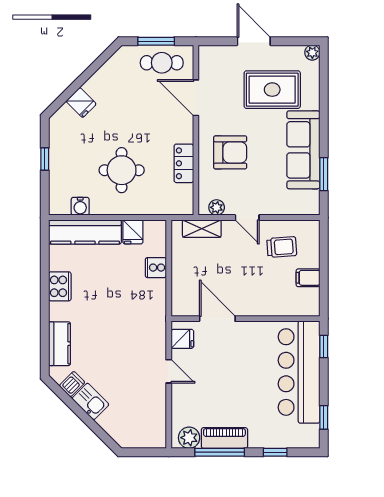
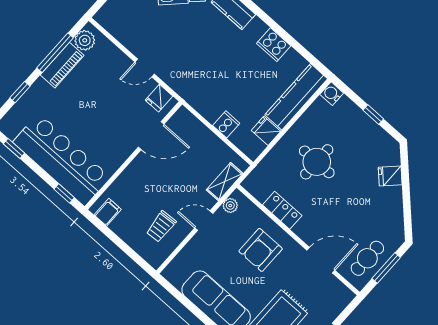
window: (324, 174) -> (186, 302), removed
water cooler: (80, 206) -> (332, 94), moved
filing cabinet: (308, 278) -> (108, 212), moved

